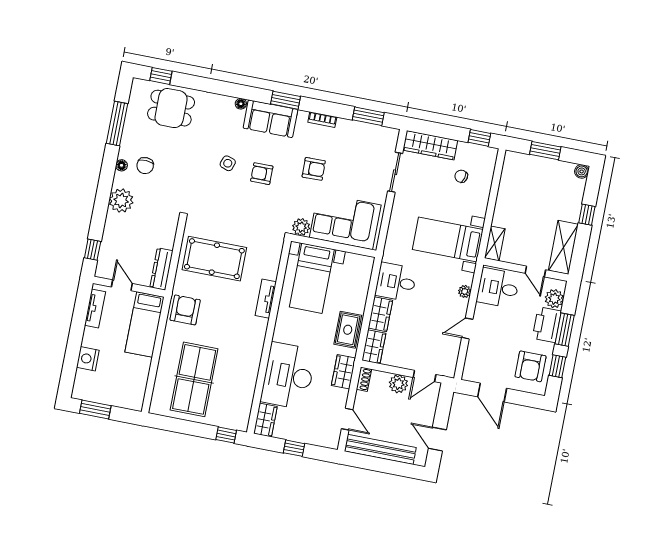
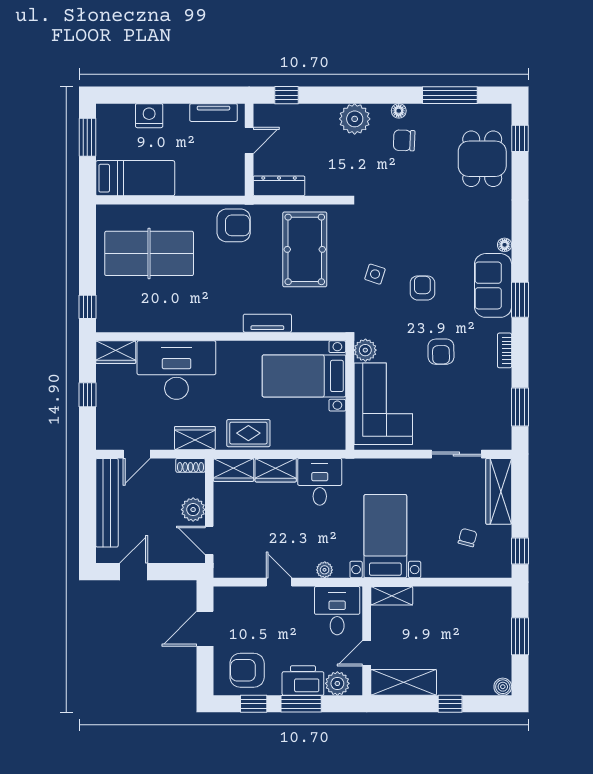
side table: (228, 163) -> (375, 274), moved
bed: (145, 324) -> (135, 178), moved, turned 180

